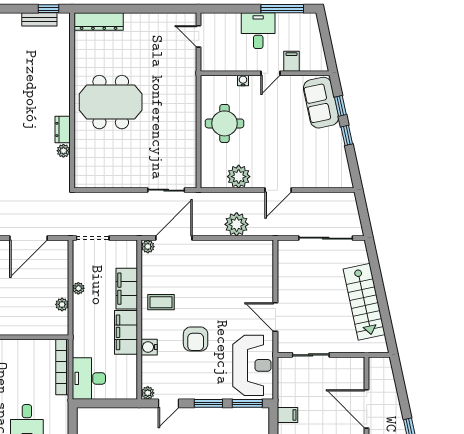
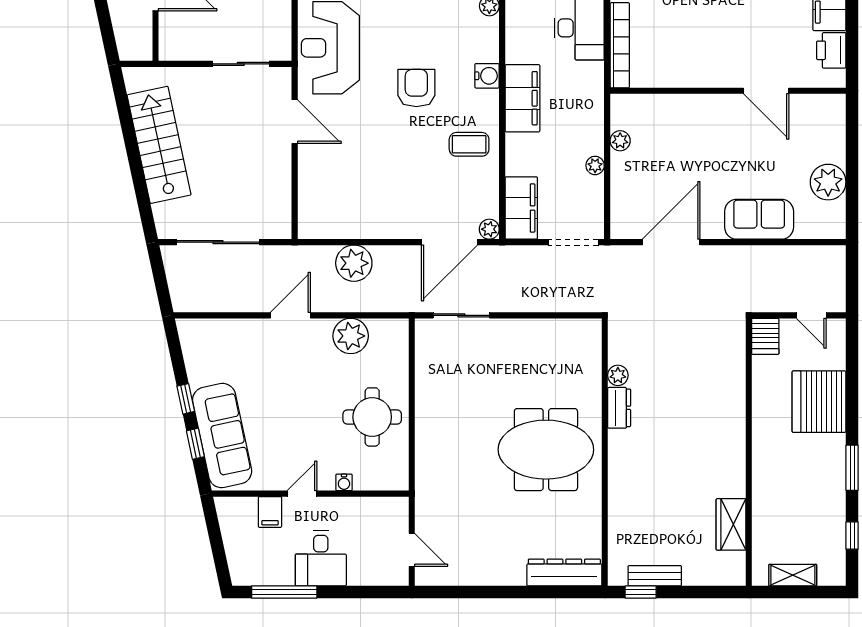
sofa: (321, 103) -> (222, 436), width x1.36
filing cabinet: (127, 289) -> (521, 208), moved

